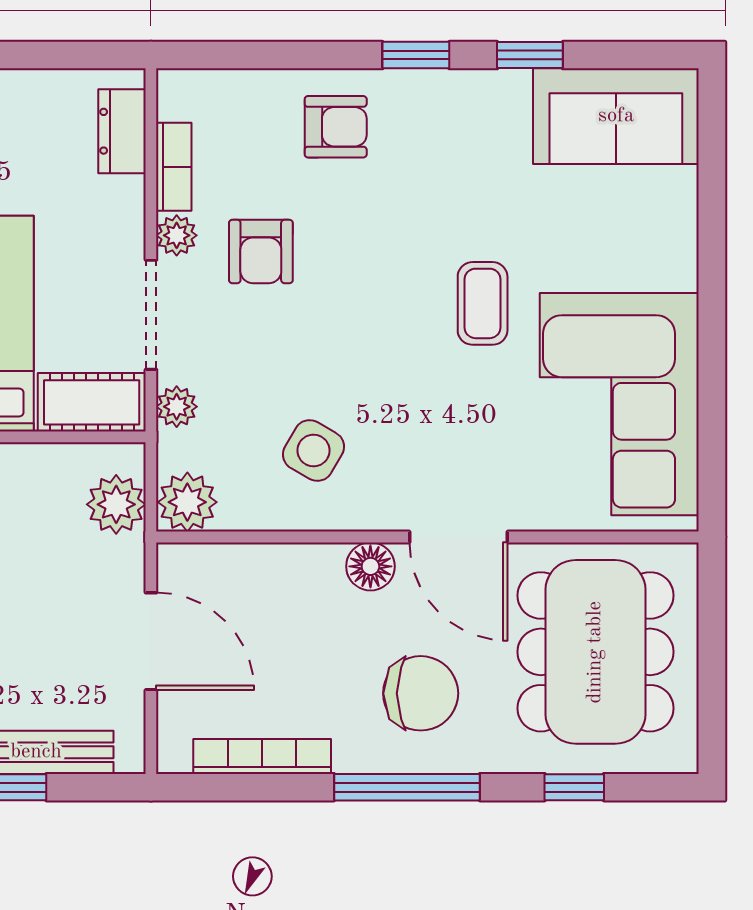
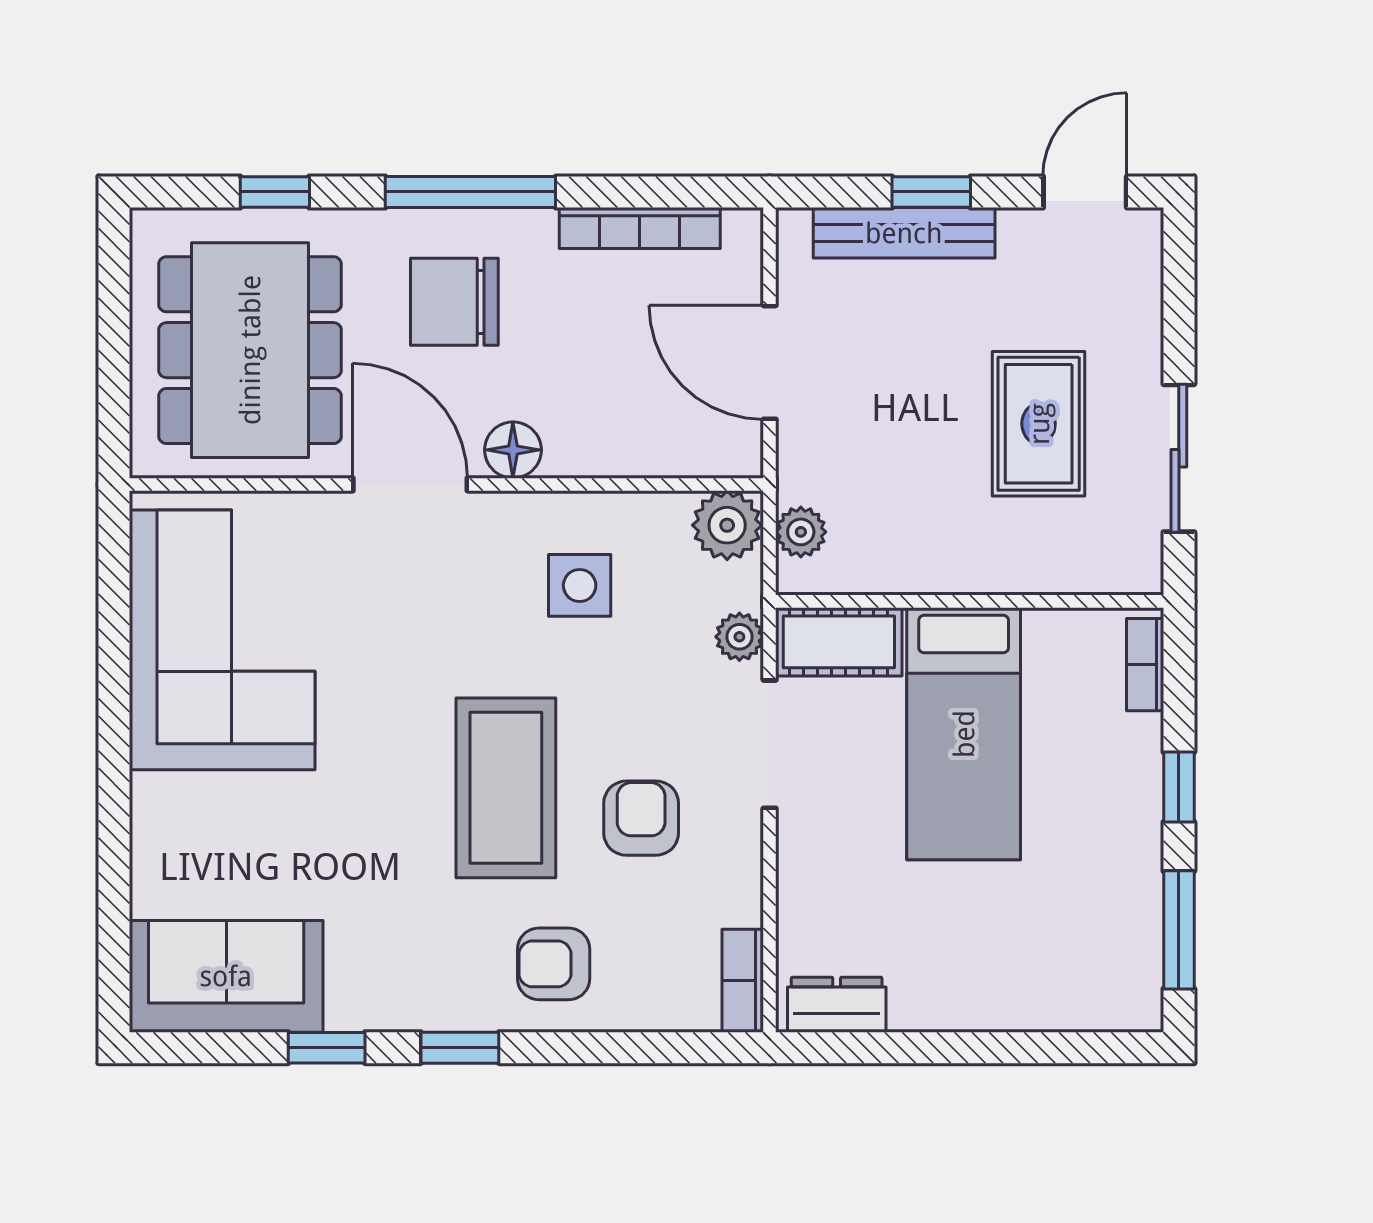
dresser: (122, 131) -> (837, 1005), moved, turned -90
bookcase: (174, 167) -> (743, 981), moved
plant: (177, 235) -> (740, 837), removed
coffee table: (483, 303) -> (506, 788), moved, width x1.86, depth x1.72
side table: (313, 451) -> (580, 585), turned -30
plant: (116, 504) -> (801, 532), width x0.73, depth x0.73

